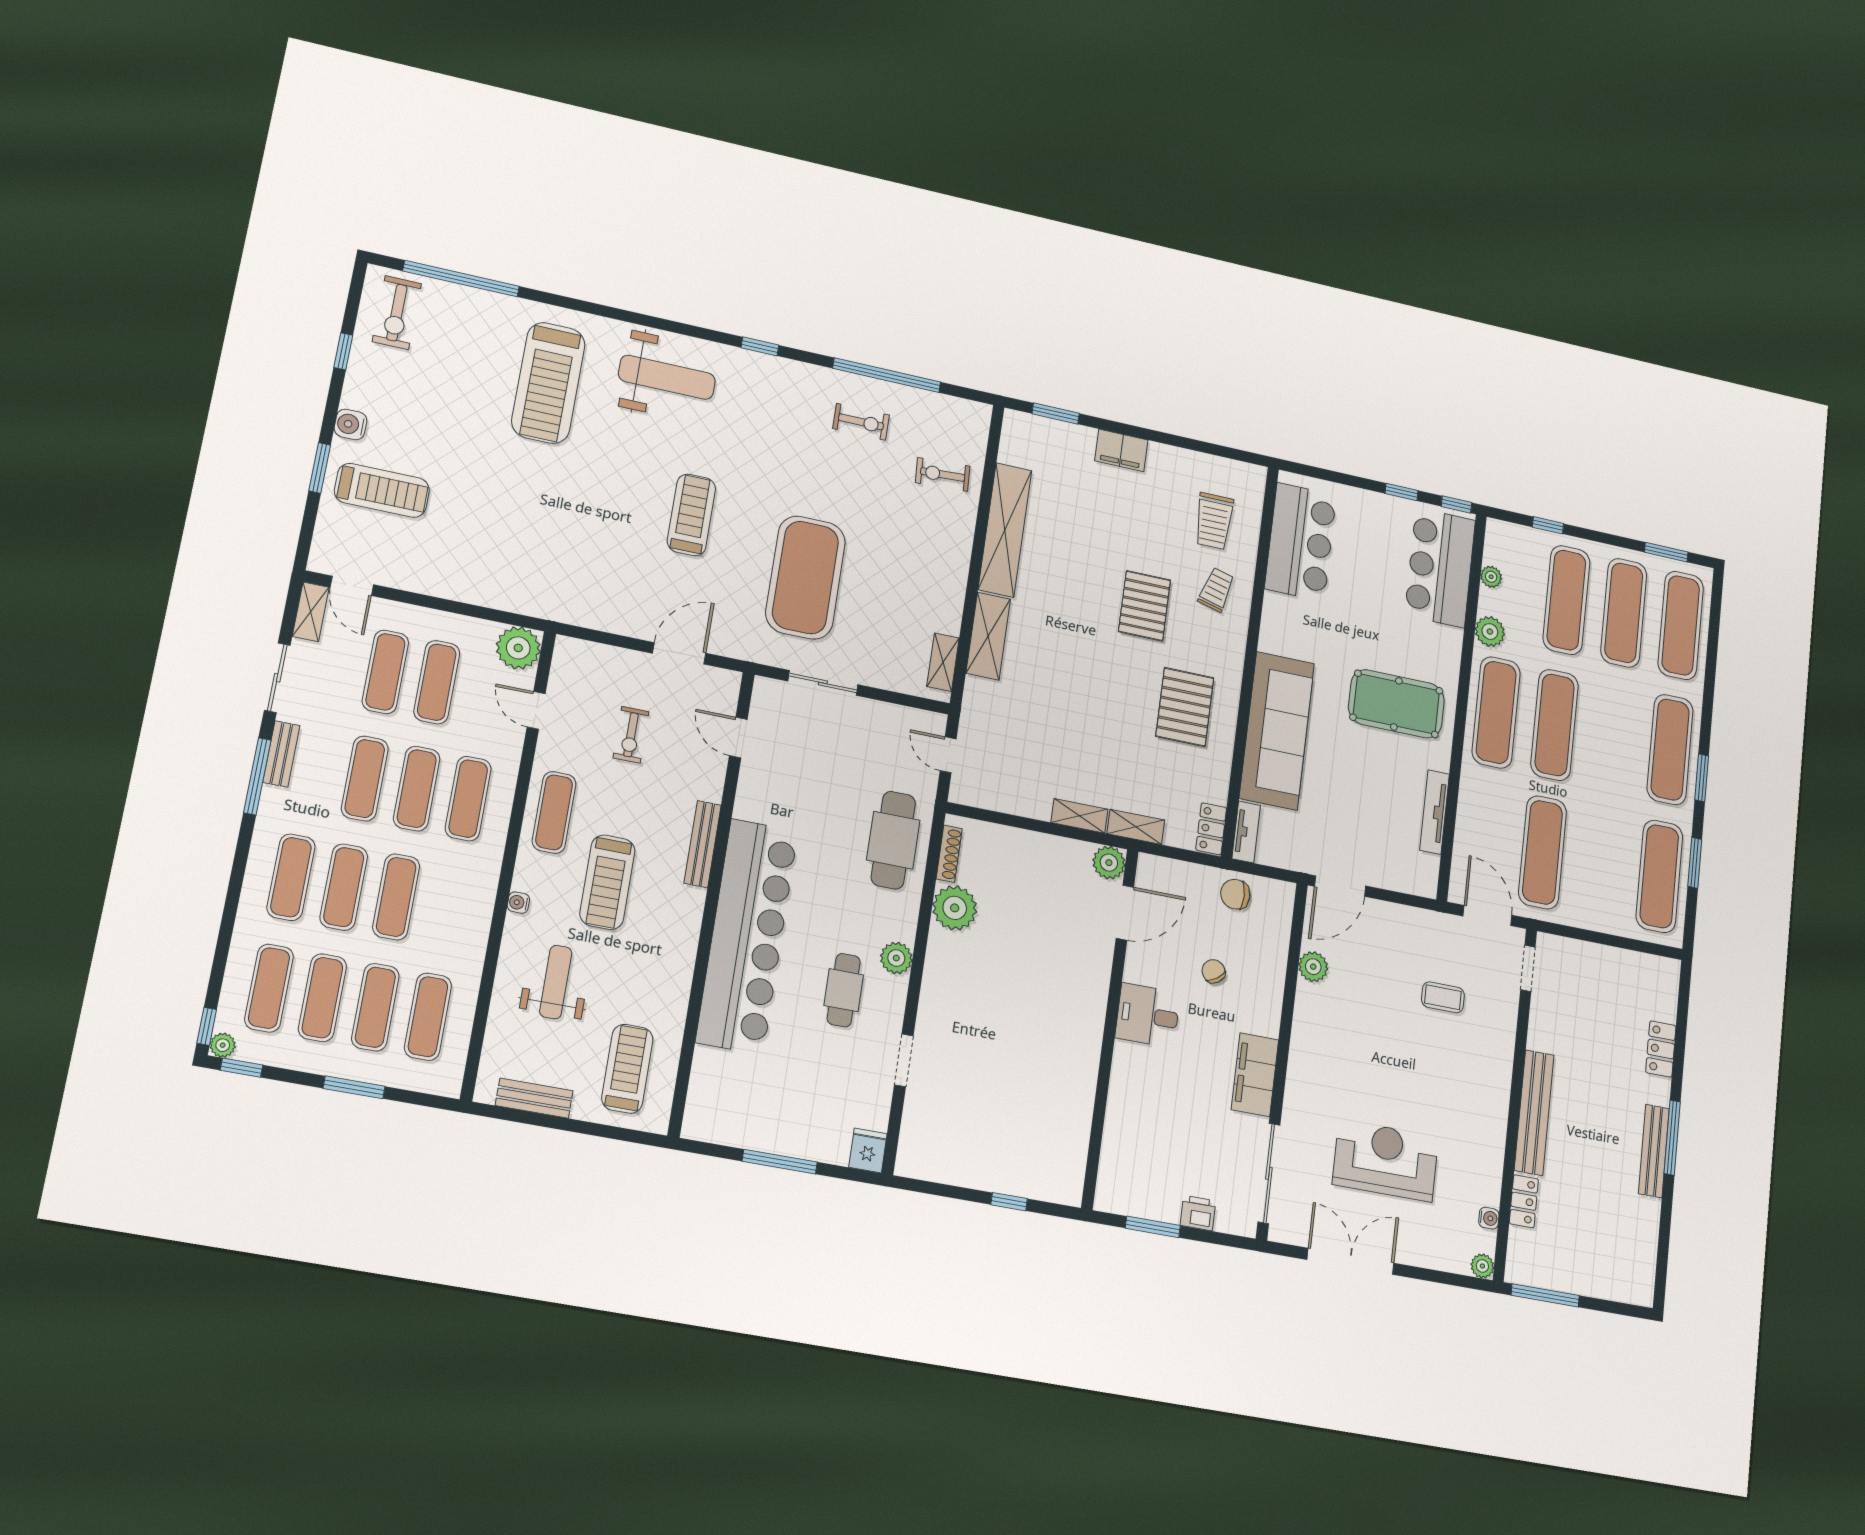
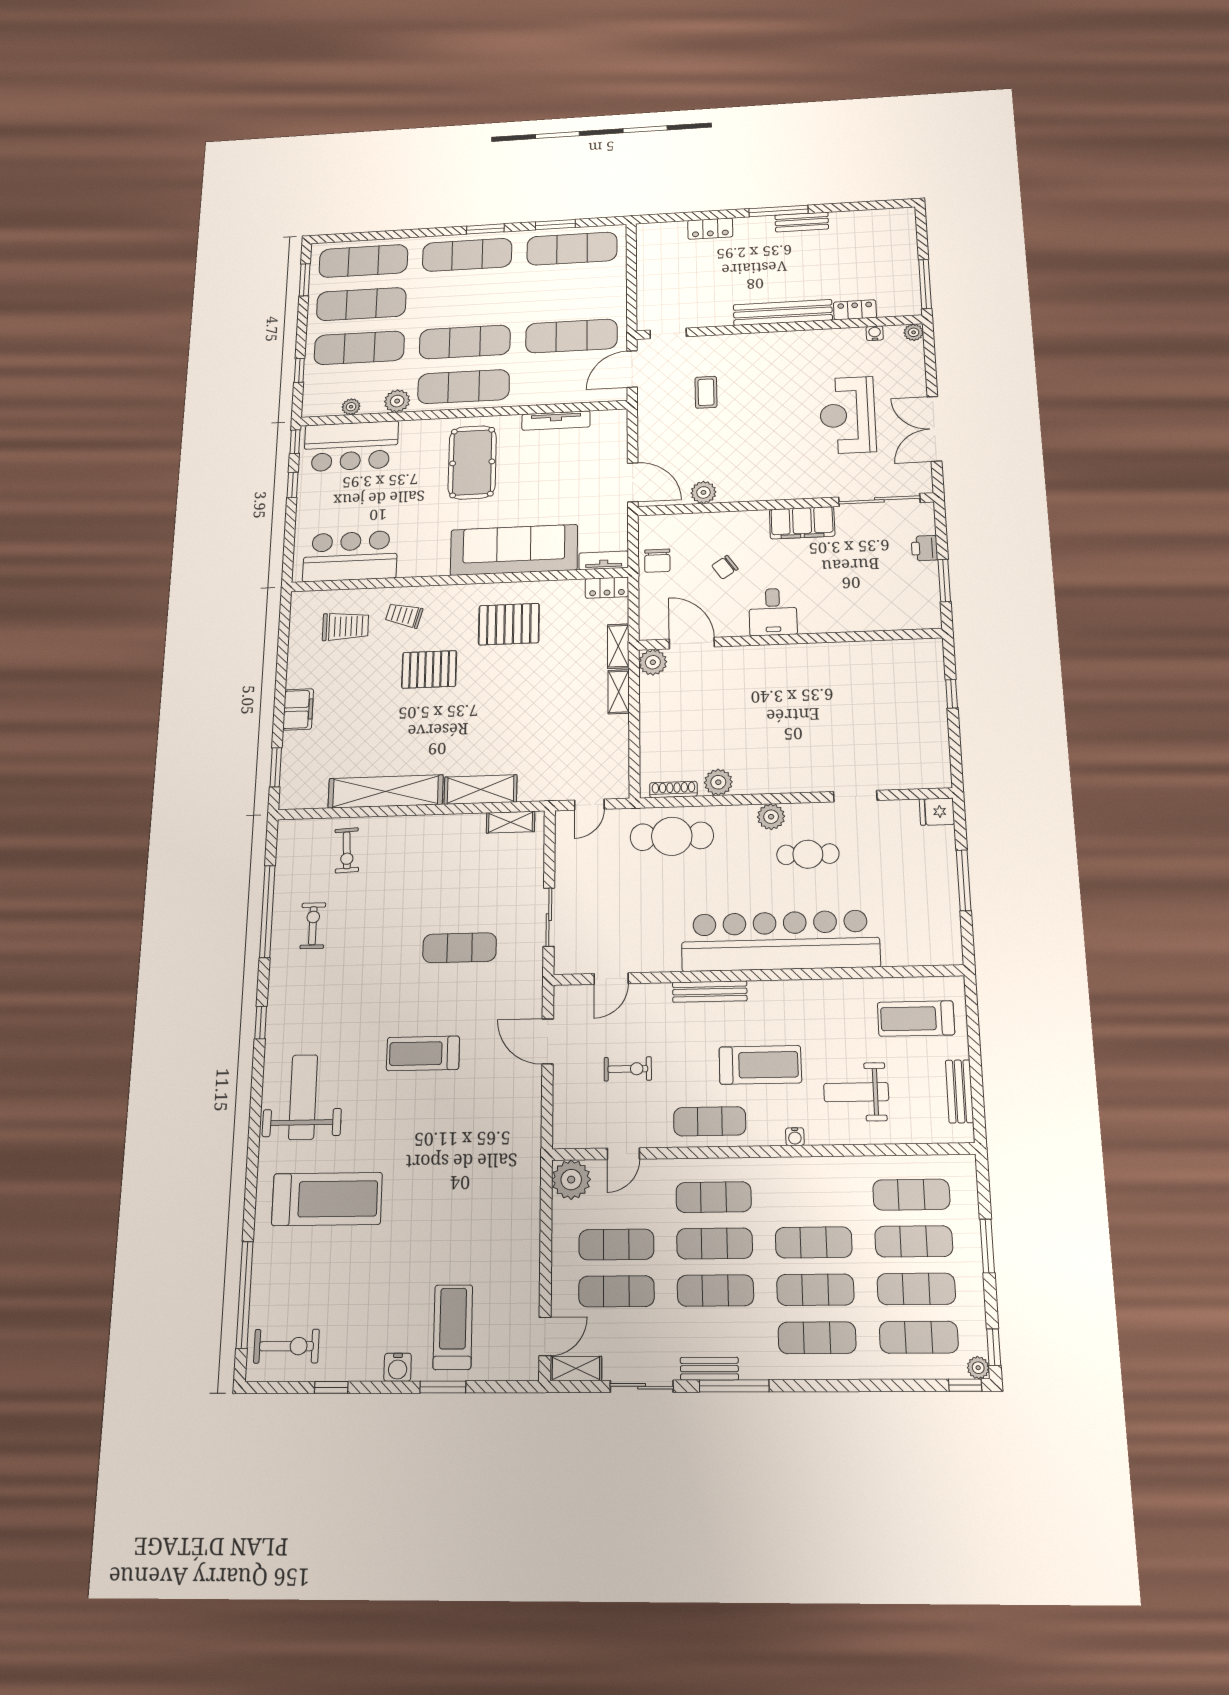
exercise mat: (805, 577) -> (460, 948), width x0.50, depth x0.69
plant: (955, 908) -> (718, 782), width x0.73, depth x0.73
bench: (1654, 1151) -> (802, 222), width x0.73

